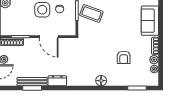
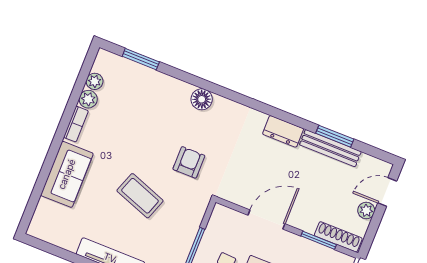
coffee table: (91, 13) -> (140, 196), moved
door: (49, 37) -> (266, 220), hinge flipped
armchair: (124, 57) -> (189, 162), moved

